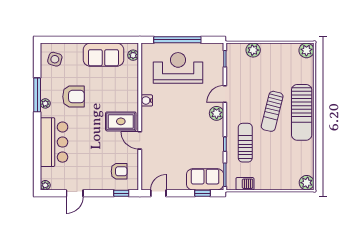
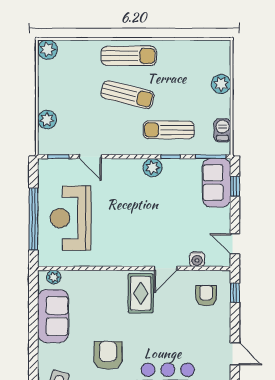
door: (225, 94) -> (90, 157), moved
water cooler: (147, 100) -> (197, 259), moved
sun lounger: (302, 112) -> (129, 56), width x0.73, depth x0.75
plant: (217, 113) -> (153, 168), moved
plant: (307, 183) -> (221, 84), moved

